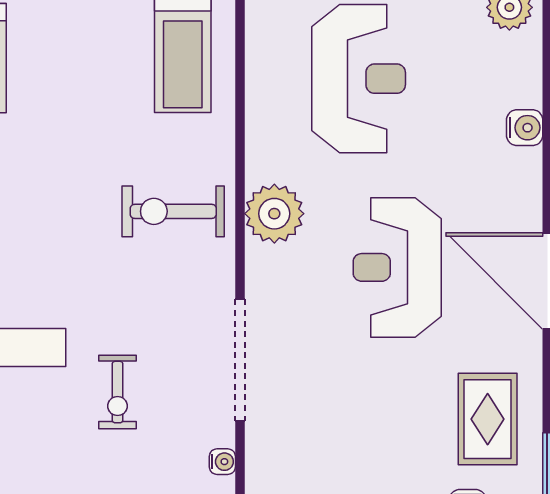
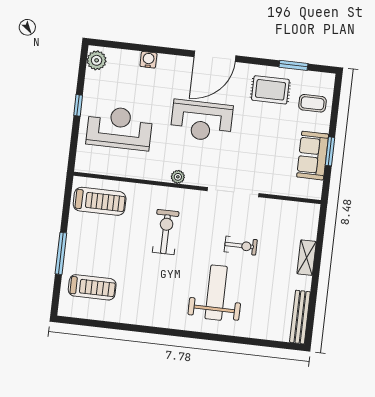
exercise bike: (173, 211) -> (166, 232), moved, turned 180
plant: (274, 214) -> (178, 177), width x0.53, depth x0.53
water cooler: (222, 462) -> (275, 205), removed

